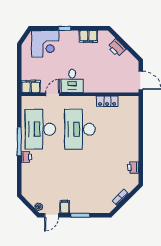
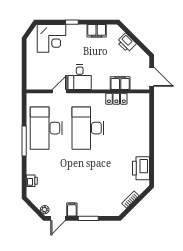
filing cabinet: (31, 86) -> (120, 83), moved
printer: (26, 157) -> (32, 181), moved
printer: (133, 167) -> (141, 168), width x1.87, depth x1.48

